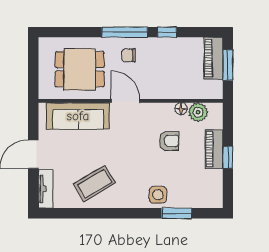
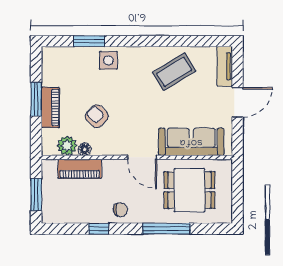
window: (125, 32) -> (166, 229), moved
chair: (129, 55) -> (120, 210), moved
piano: (213, 58) -> (80, 169), moved, turned 90
armchair: (169, 141) -> (97, 116), turned 45
window: (228, 157) -> (36, 99), width x1.50

